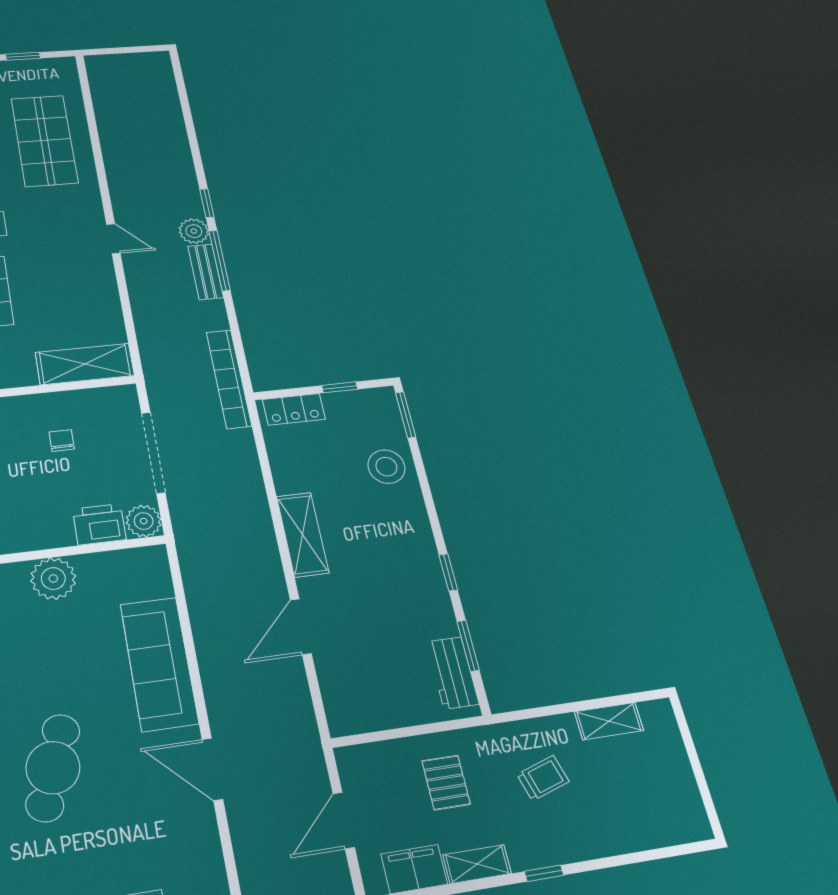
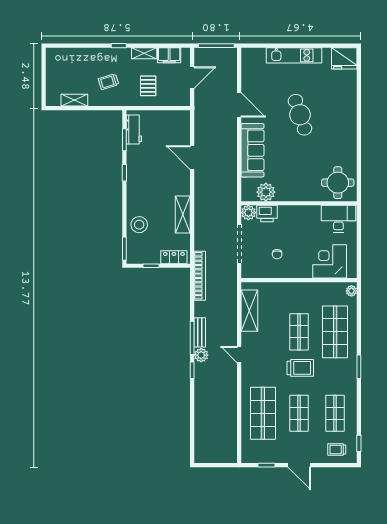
shelving: (85, 364) -> (249, 311), moved, turned 90
shelving: (303, 534) -> (183, 215), moved
plant: (53, 579) -> (266, 192), moved
door: (301, 627) -> (192, 158), swing flipped
cafe table: (53, 768) -> (300, 115), turned -38

